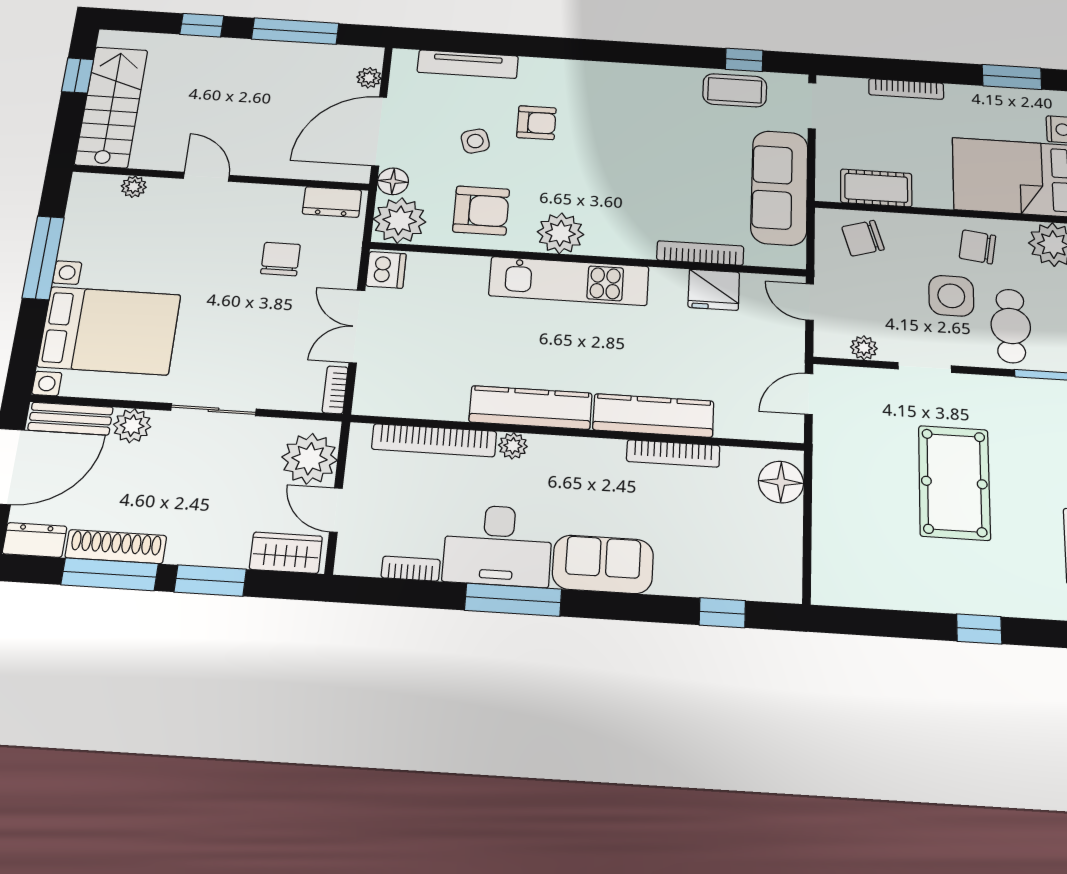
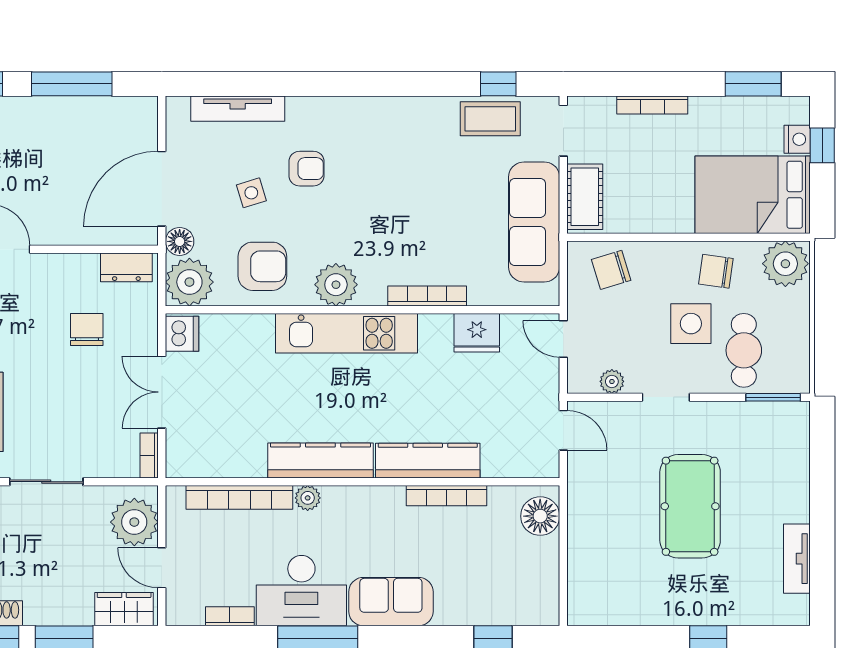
plant: (369, 78) -> (147, 131), removed
cot: (876, 188) -> (585, 197), moved, turned 90
bookcase: (700, 253) -> (427, 296), moved
door: (809, 394) -> (563, 430), swing flipped

